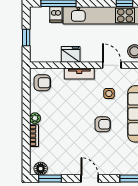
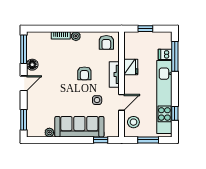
armchair: (103, 124) -> (84, 73), moved
floor lamp: (41, 169) -> (32, 65), moved
window: (50, 179) -> (24, 49), width x1.44

